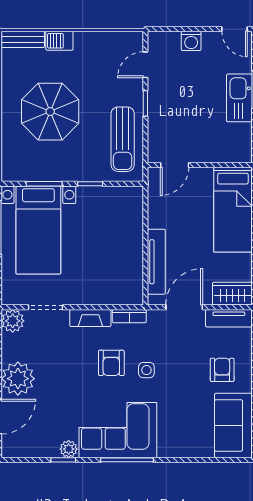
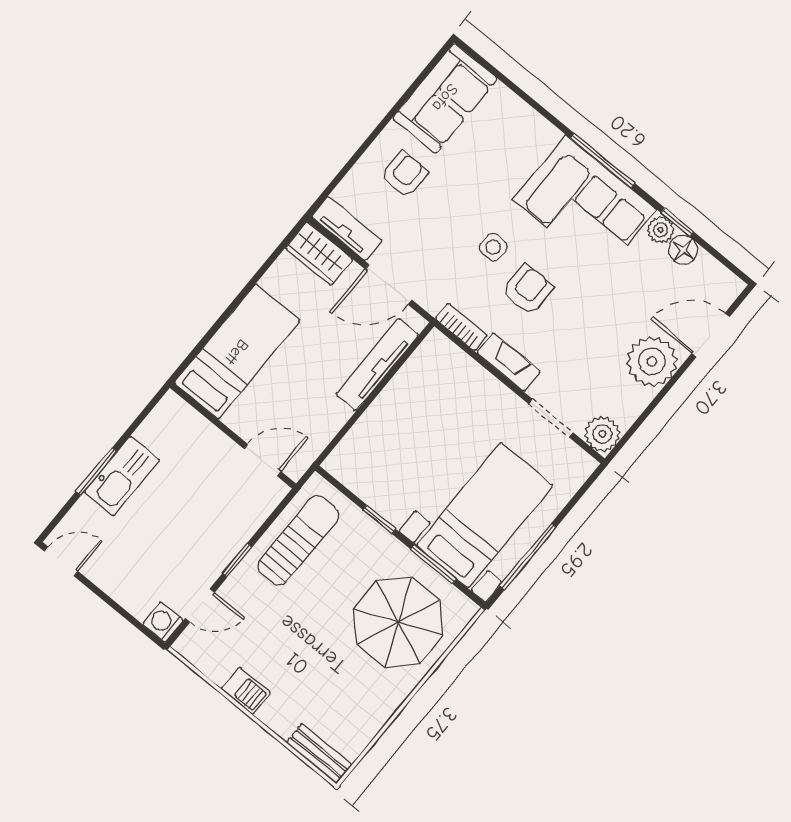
door: (235, 29) -> (61, 561), hinge flipped
barbecue: (59, 41) -> (246, 691), moved
washing machine: (191, 41) -> (163, 622), moved, turned -90
parasol: (50, 112) -> (398, 622), moved
armchair: (222, 370) -> (404, 174), turned 180
floor lamp: (49, 448) -> (683, 250), added

